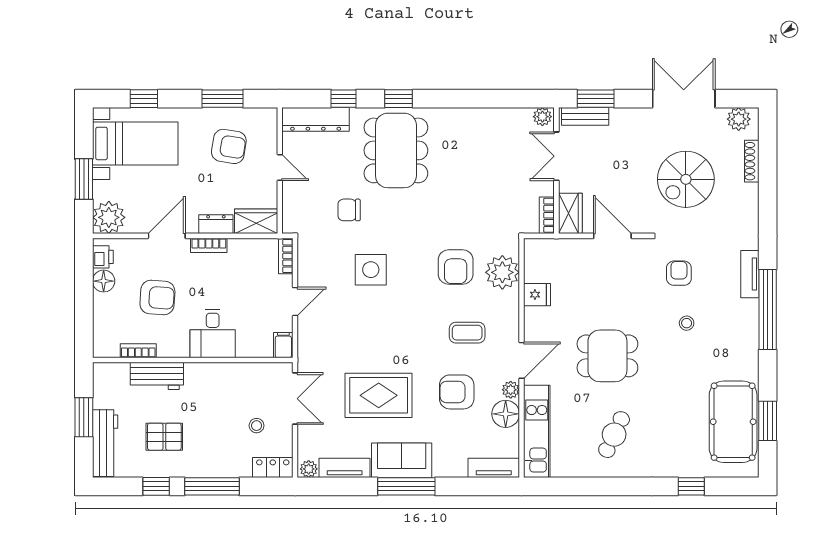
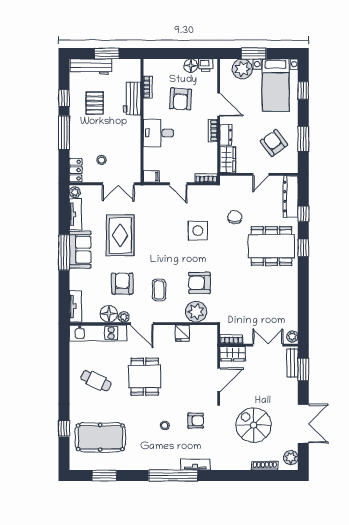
armchair: (229, 146) -> (274, 143), turned 135
plant: (109, 217) -> (242, 69), moved
pool table: (733, 422) -> (100, 437), moved

